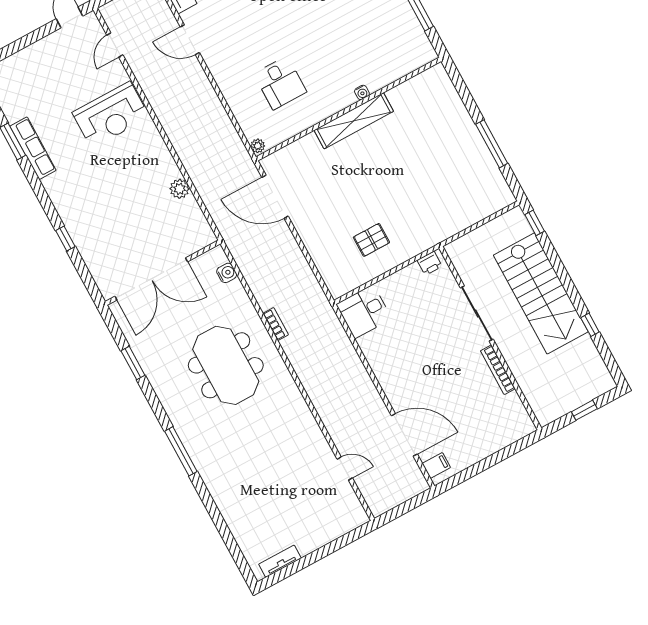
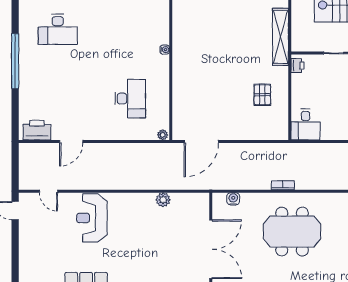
desk: (280, 83) -> (130, 99), width x1.37
reception desk: (111, 115) -> (92, 218), turned 180
shelving: (354, 121) -> (280, 37), moved

